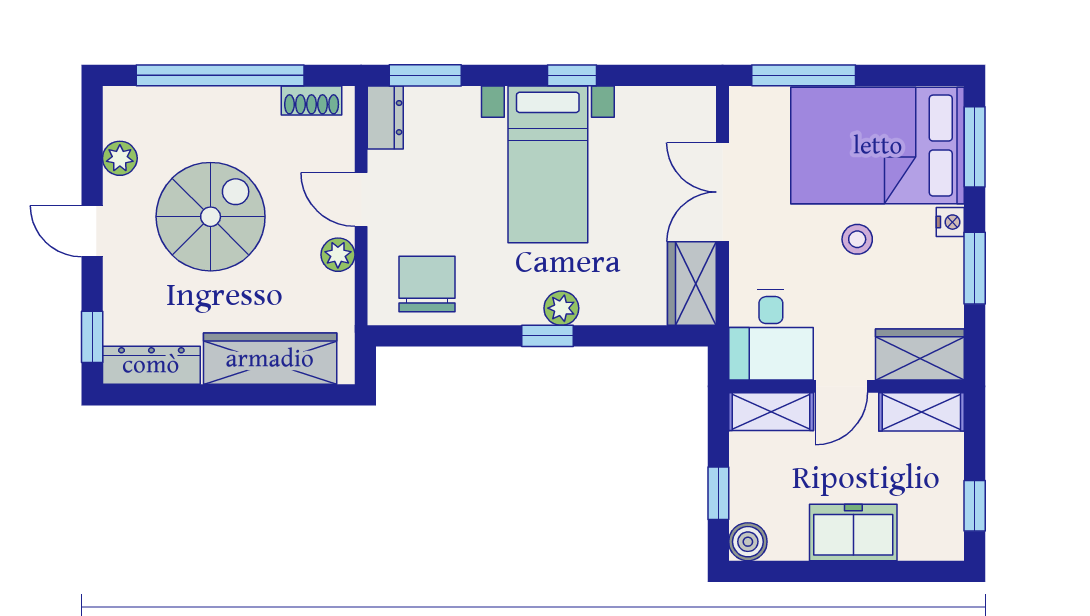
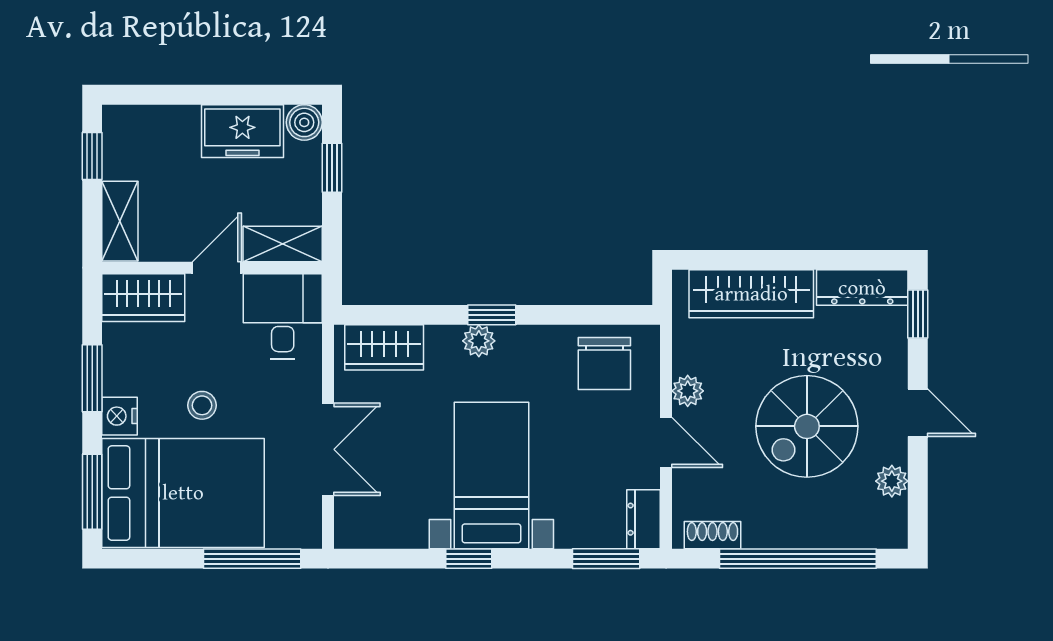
nightstand: (950, 222) -> (120, 416), width x1.39, depth x1.35
wardrobe: (692, 284) -> (384, 347), moved, turned 90
shelving: (921, 412) -> (120, 221), moved, turned 90
freezer: (853, 532) -> (242, 131), moved

